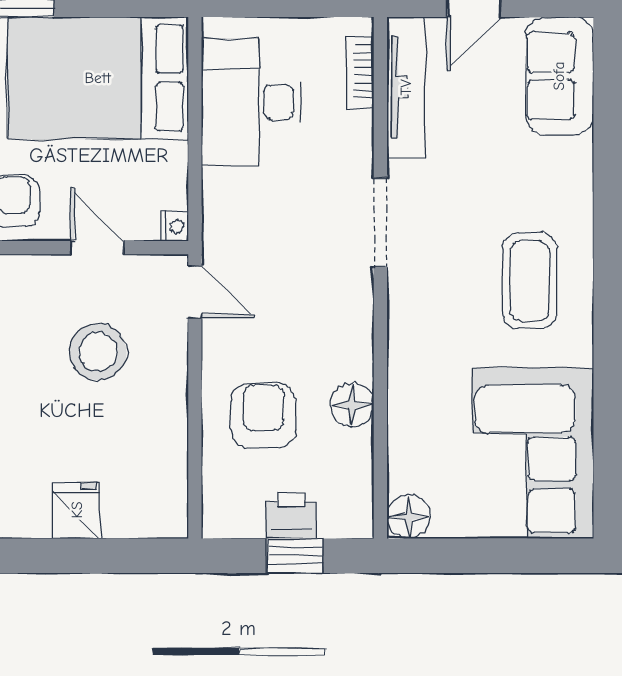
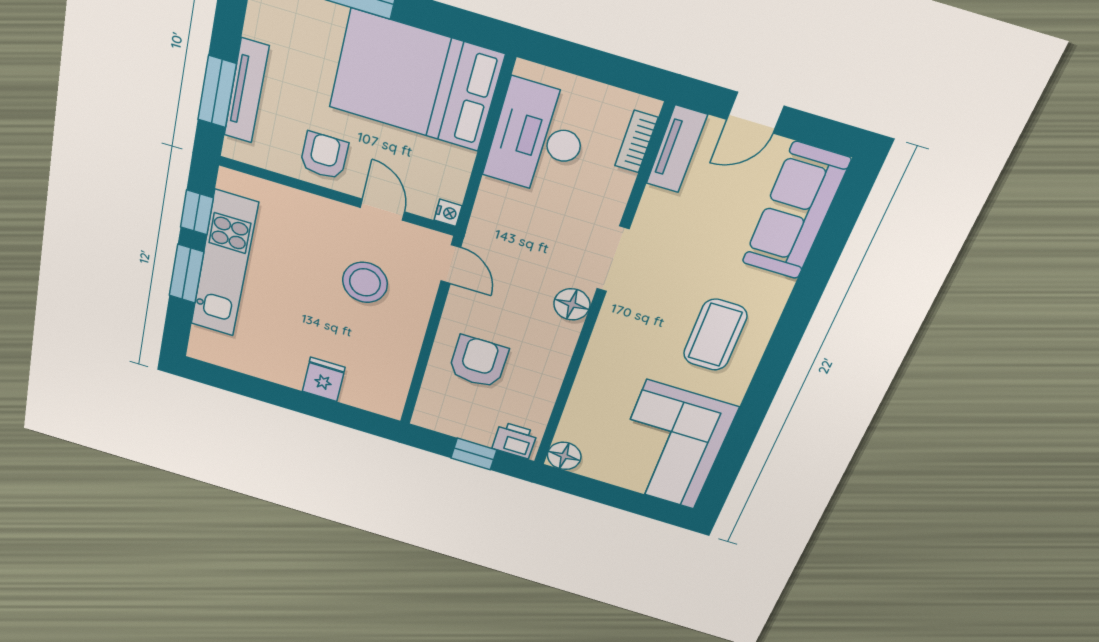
sofa: (559, 76) -> (796, 211), width x1.36
tv unit: (406, 87) -> (677, 149), width x0.71
floor lamp: (352, 405) -> (572, 304), moved
printer: (291, 516) -> (515, 440), moved

